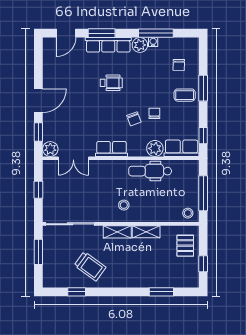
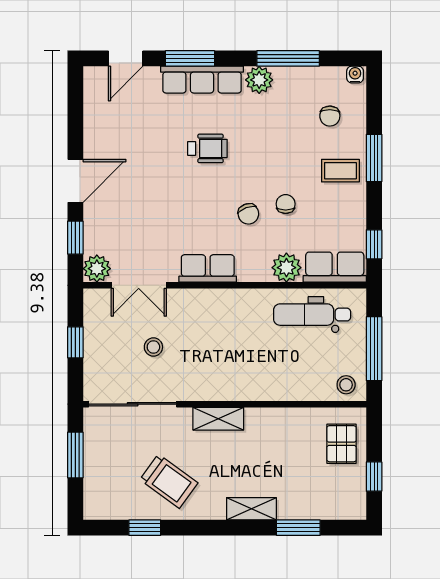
water cooler: (153, 42) -> (355, 75), moved
dental chair: (150, 171) -> (312, 315), moved
stool: (124, 205) -> (153, 347), moved
shelving: (146, 232) -> (251, 509), moved

